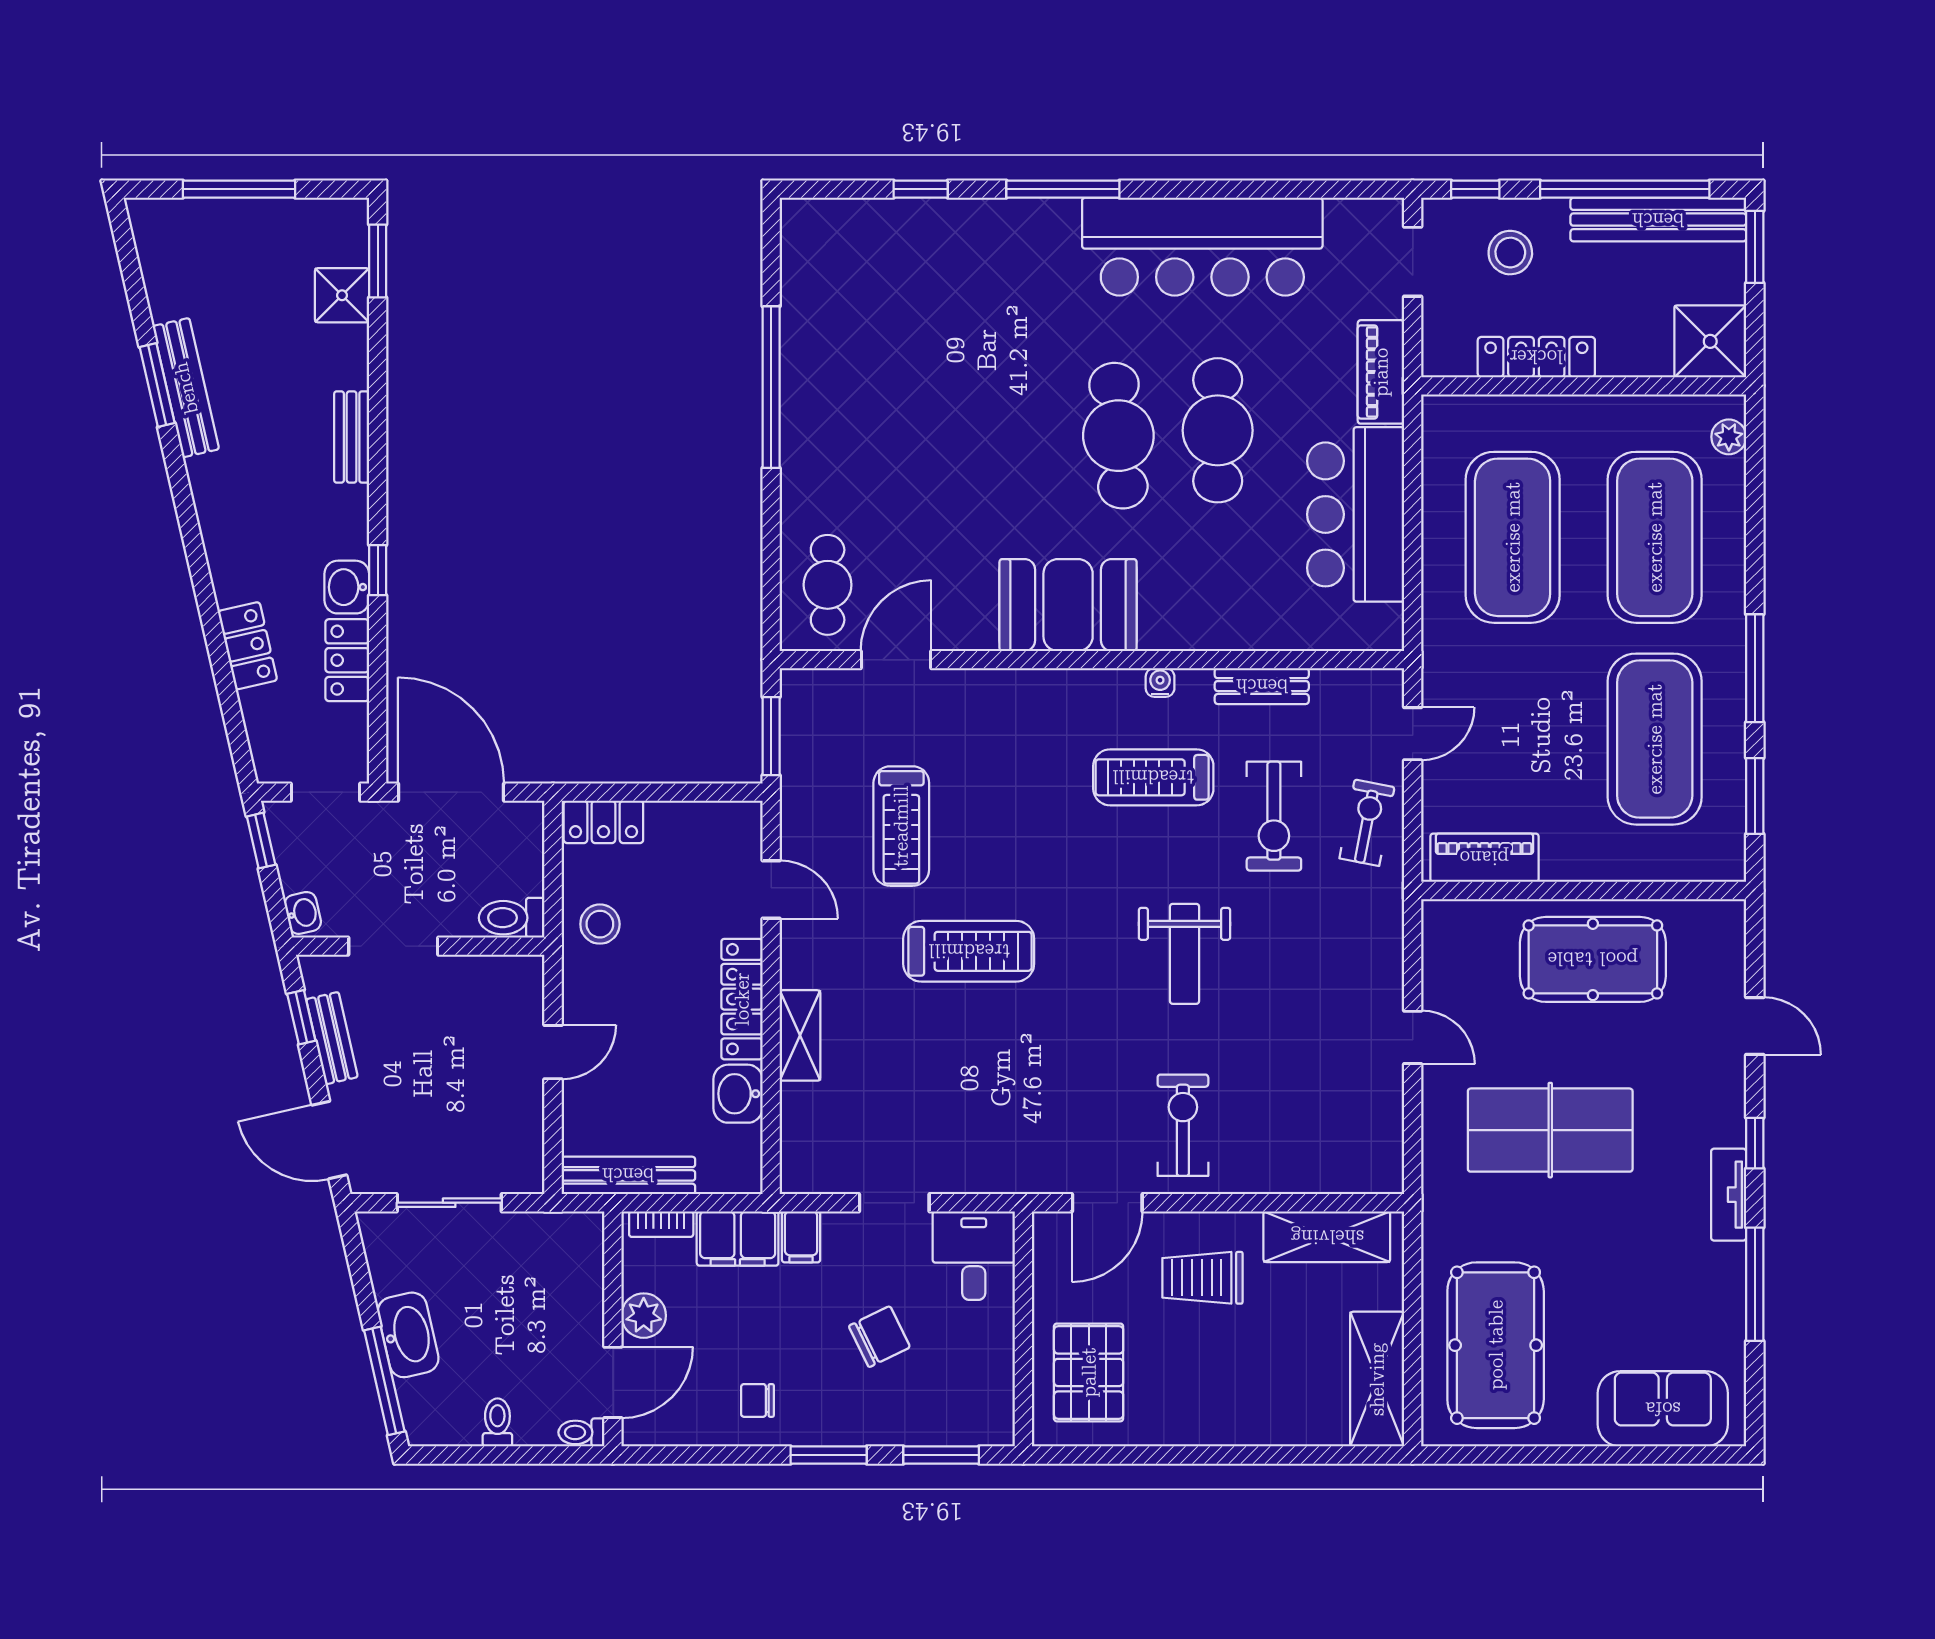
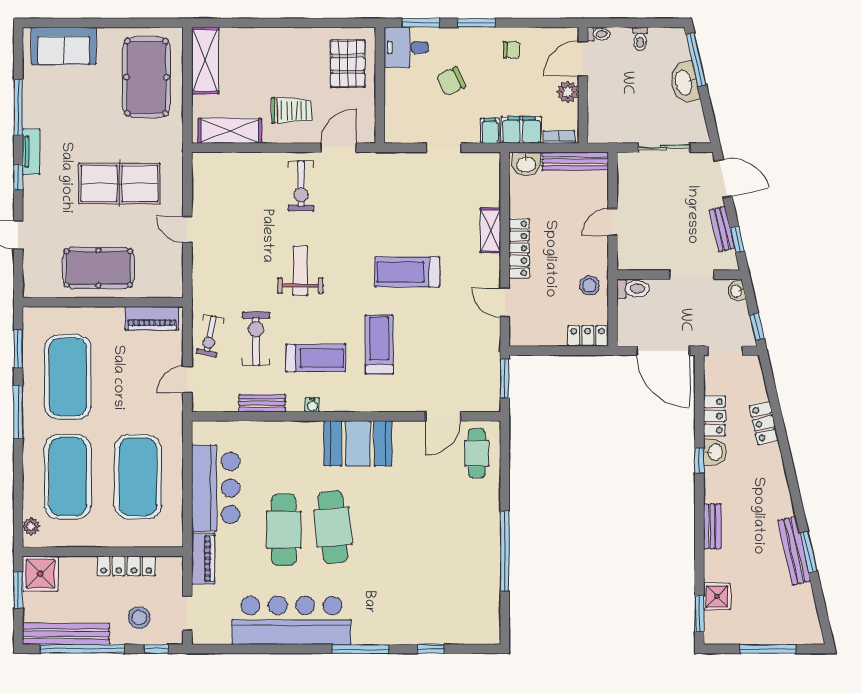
window: (1755, 247) -> (18, 590), moved
treadmill: (901, 826) -> (379, 344), moved
washbasin: (738, 1094) -> (526, 164), moved, turned 90
desk: (974, 1256) -> (406, 47), moved, turned 90

